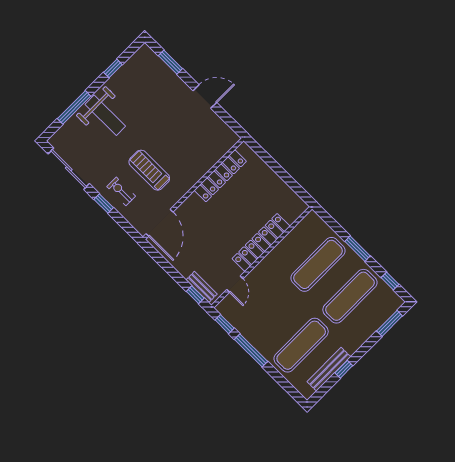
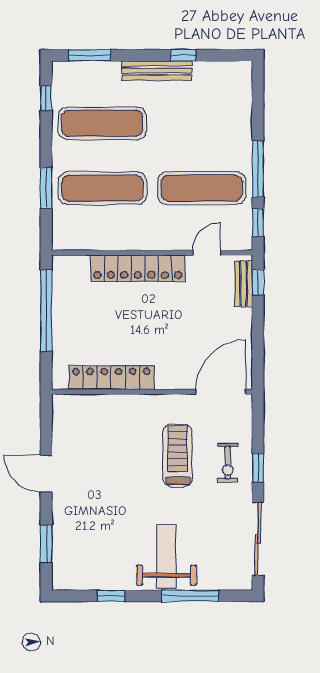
treadmill: (149, 170) -> (178, 455), turned 180
window: (285, 176) -> (46, 311), added
window: (358, 249) -> (46, 188), moved
exercise mat: (301, 345) -> (202, 188), moved
bench: (329, 369) -> (157, 71), moved

